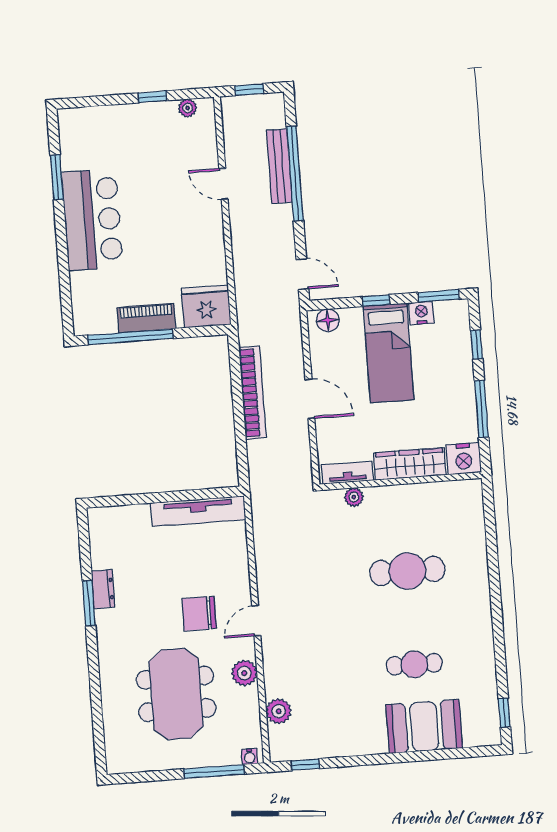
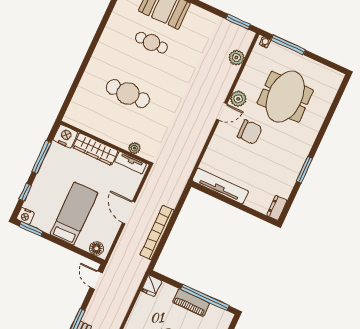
window: (376, 301) -> (65, 245), removed
fridge: (206, 306) -> (151, 286), width x0.53, depth x0.75
nightstand: (421, 313) -> (25, 216), moved
dresser: (103, 589) -> (277, 208), moved
plant: (244, 673) -> (238, 99), moved
window: (305, 765) -> (238, 22), width x1.50

